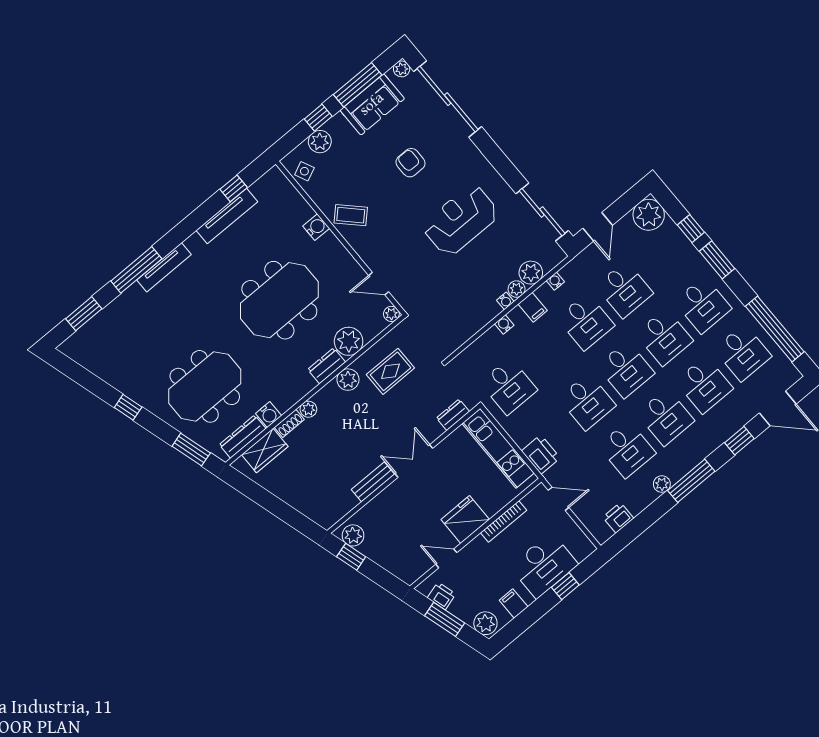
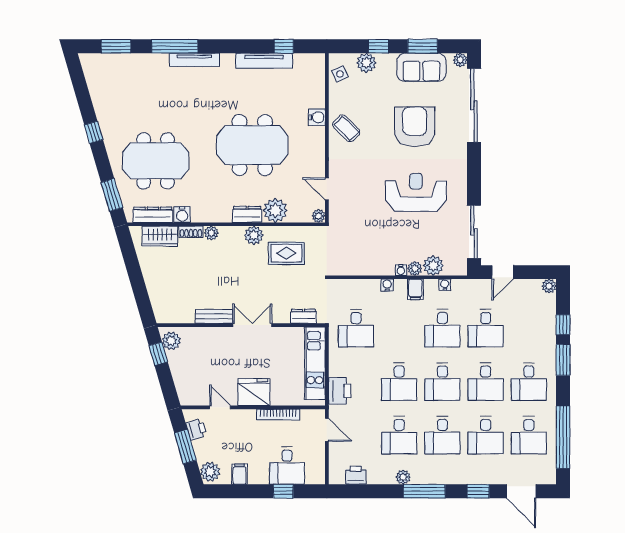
window: (358, 85) -> (423, 46), width x0.69
armchair: (411, 163) -> (415, 127), width x1.88, depth x1.88
plant: (649, 215) -> (549, 286), width x0.53, depth x0.53
desk: (544, 565) -> (287, 466), width x0.73

